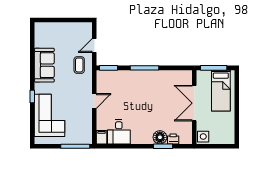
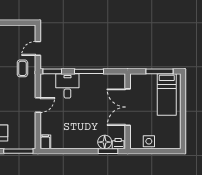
double door: (194, 103) -> (128, 107), moved
wall: (194, 107) -> (128, 111), moved
desk: (119, 132) -> (67, 86), moved, turned 180

